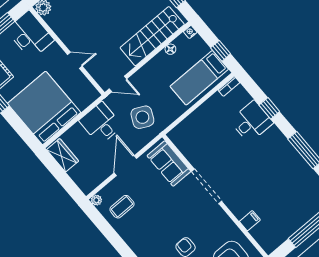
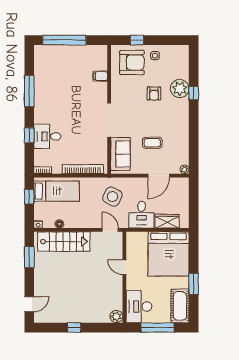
bookcase: (192, 119) -> (83, 169), added
wardrobe: (63, 155) -> (167, 221), moved, turned 90
door: (125, 166) -> (159, 176), moved
coffee table: (122, 207) -> (152, 143), moved

